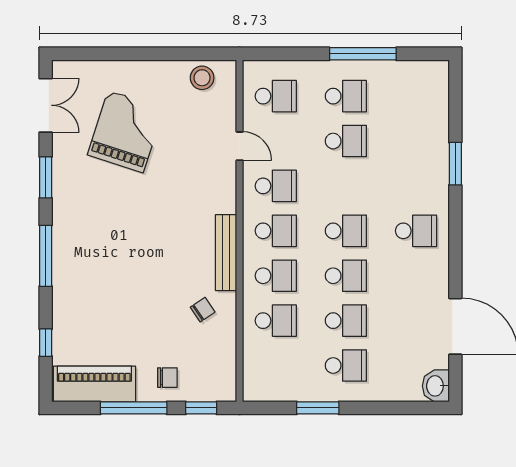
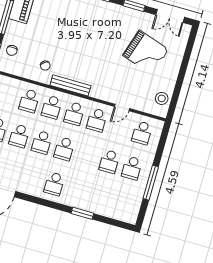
chair: (167, 378) -> (12, 50), moved

